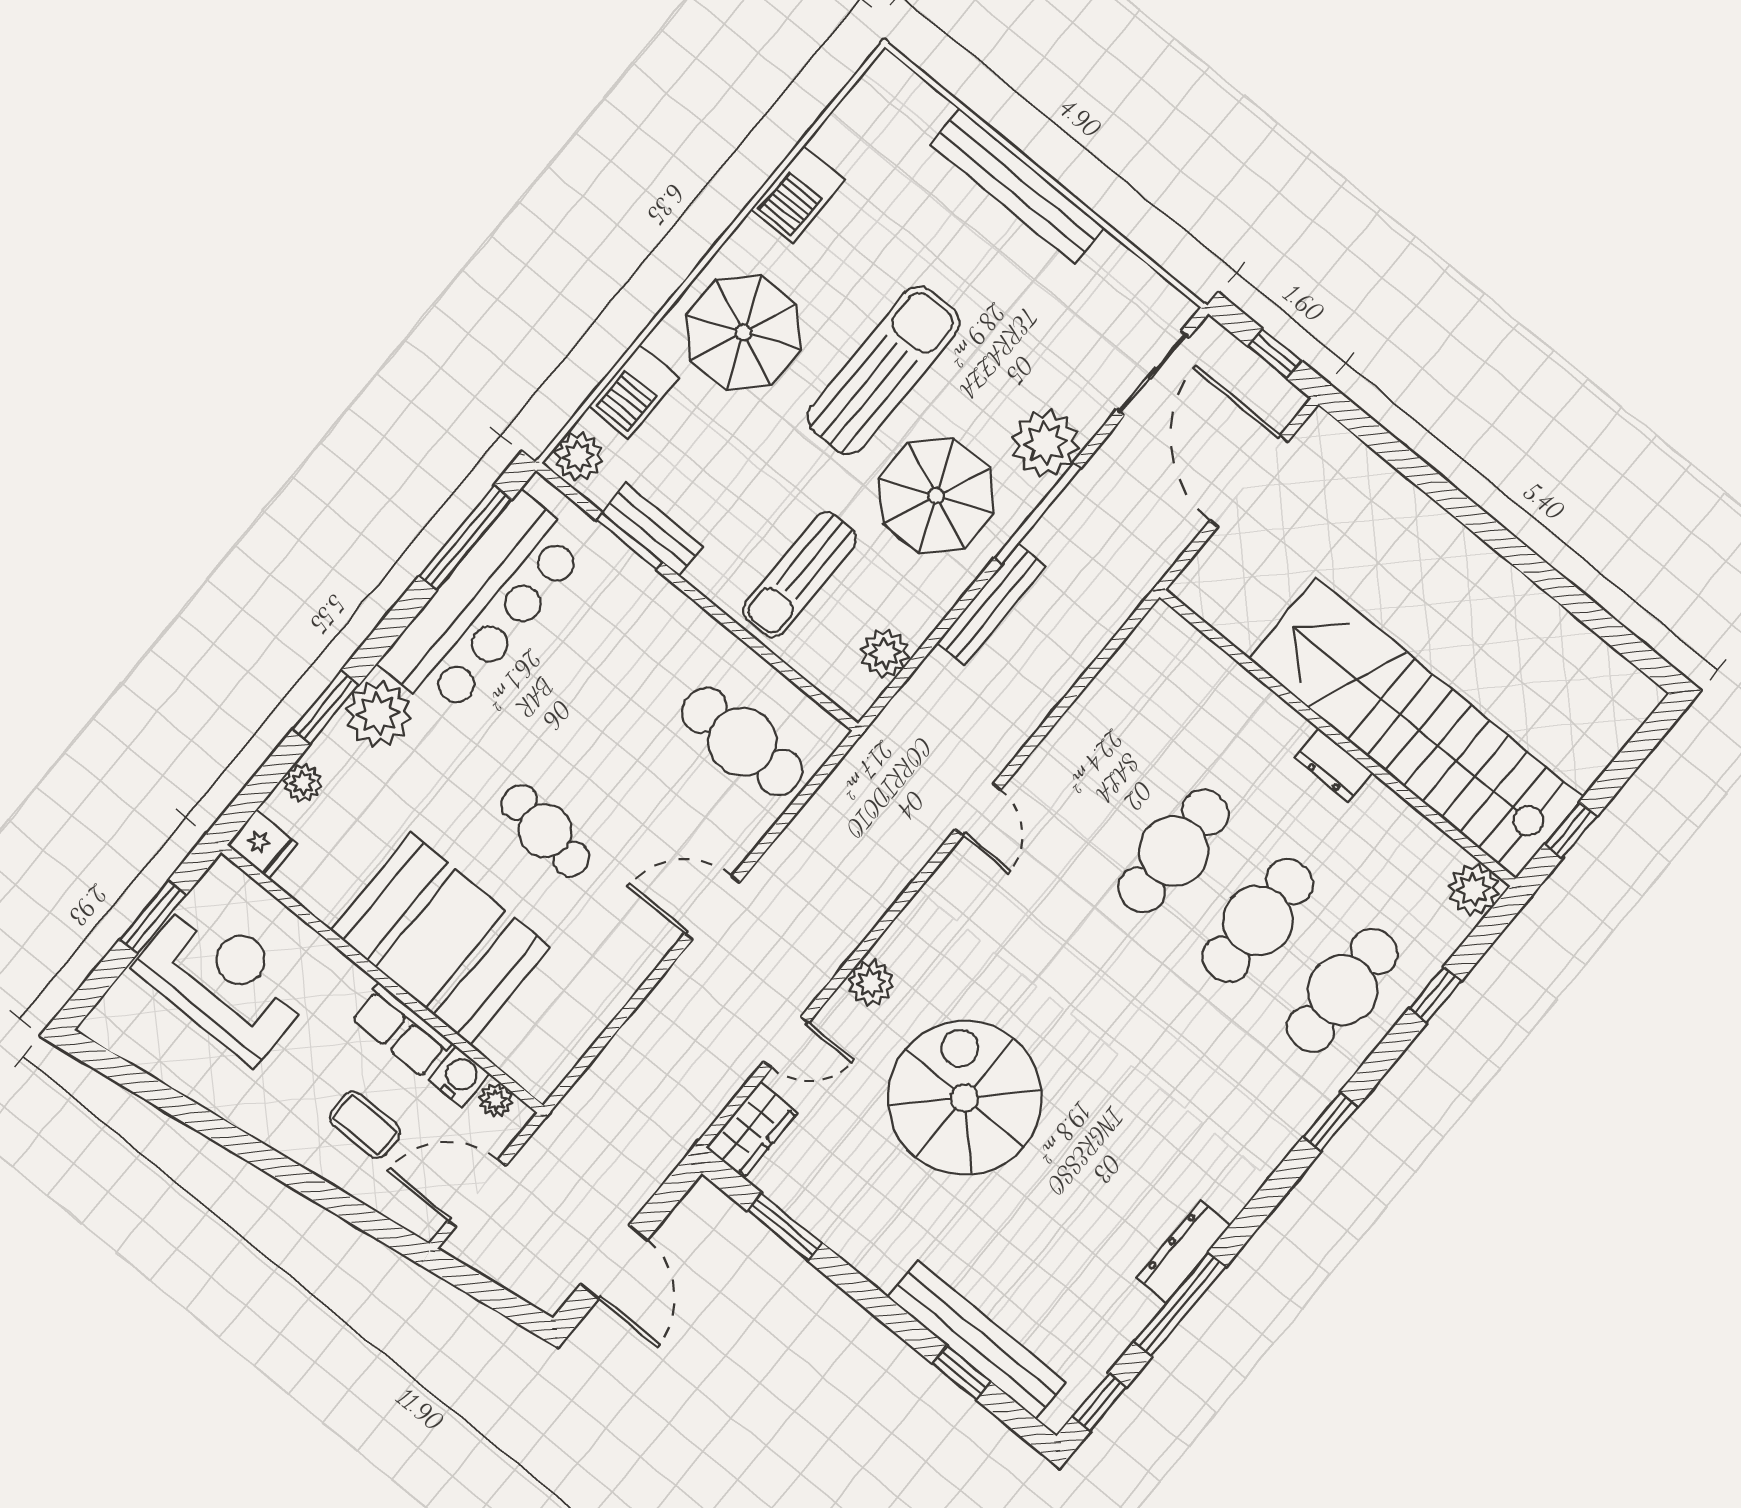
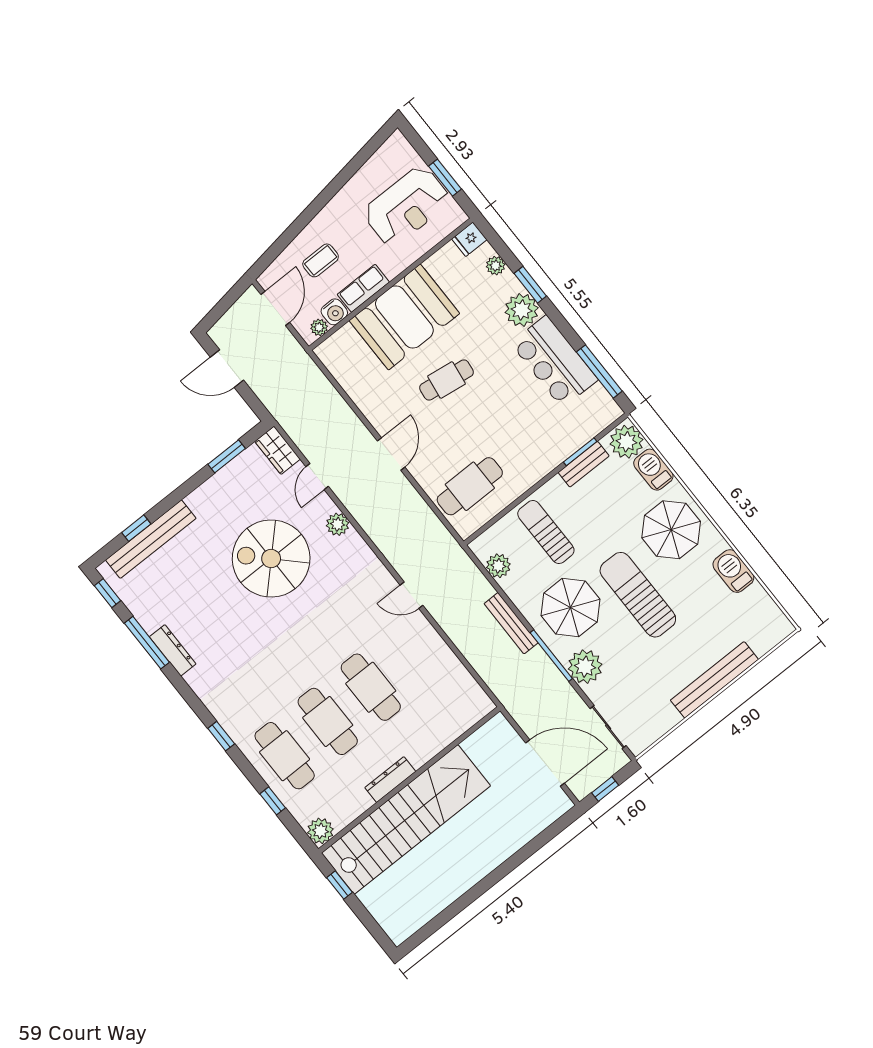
sun lounger: (884, 370) -> (638, 595), turned 180
plant: (578, 457) -> (627, 442), width x1.36, depth x1.36
bar counter: (484, 606) -> (554, 361), width x0.73
dresser: (1333, 765) -> (390, 780), width x1.44
spiral stairs: (965, 1098) -> (271, 559), turned 180

